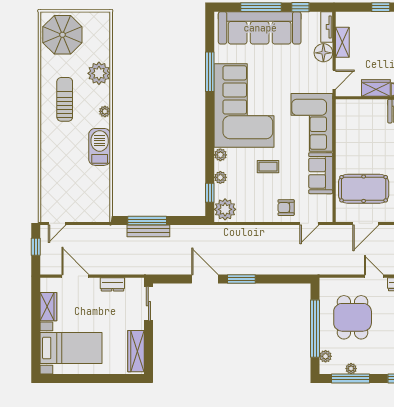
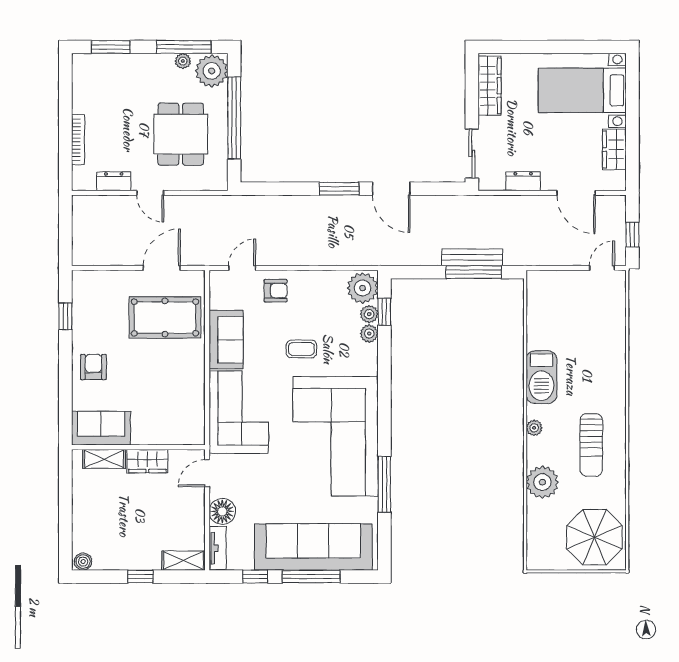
shelving: (342, 42) -> (183, 561), moved, turned 90
plant: (220, 155) -> (369, 314), moved
plant: (326, 356) -> (212, 71), width x1.88, depth x1.88

